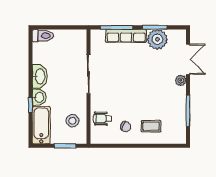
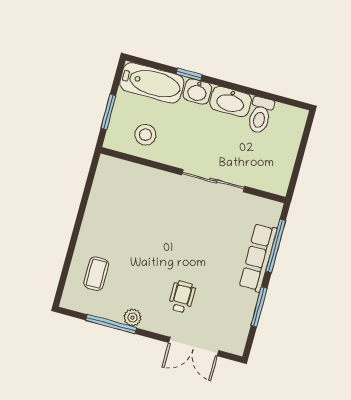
toilet: (43, 36) -> (260, 115), moved
plant: (157, 39) -> (239, 306), removed
plant: (181, 80) -> (132, 318), moved
wheelchair: (102, 119) -> (182, 297), moved
coffee table: (151, 126) -> (96, 274), moved
chair: (126, 127) -> (113, 217), removed

